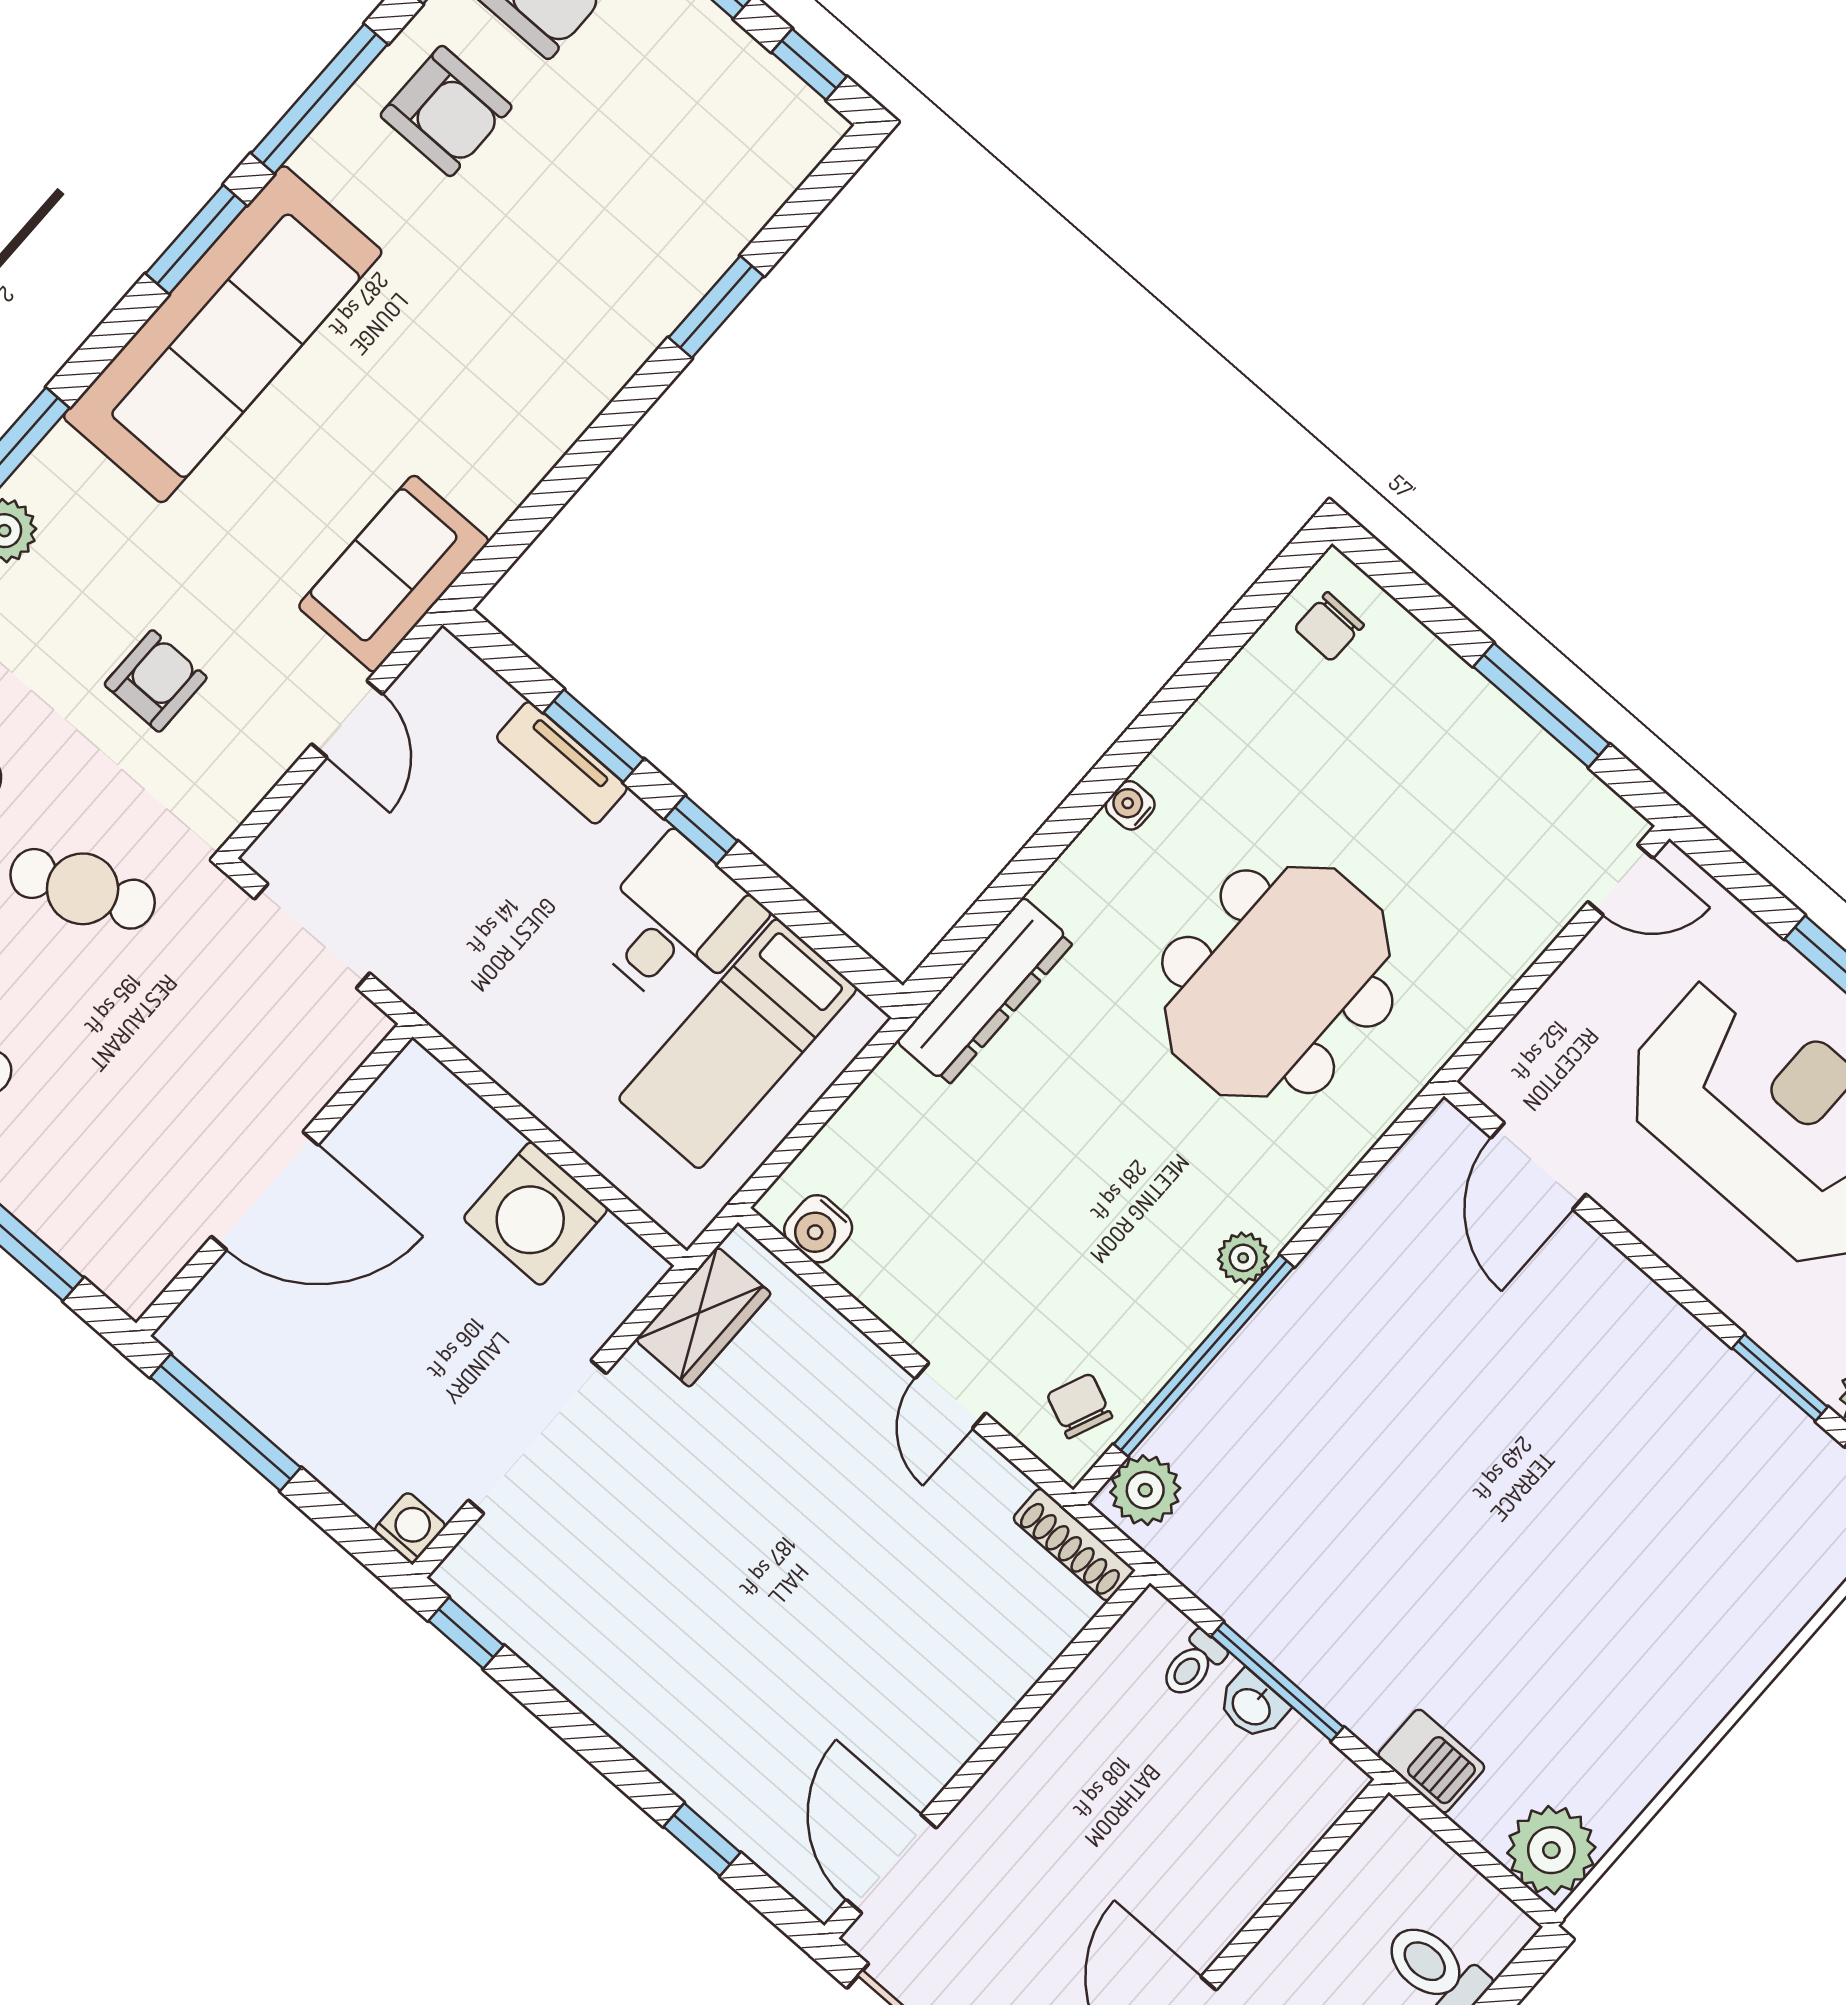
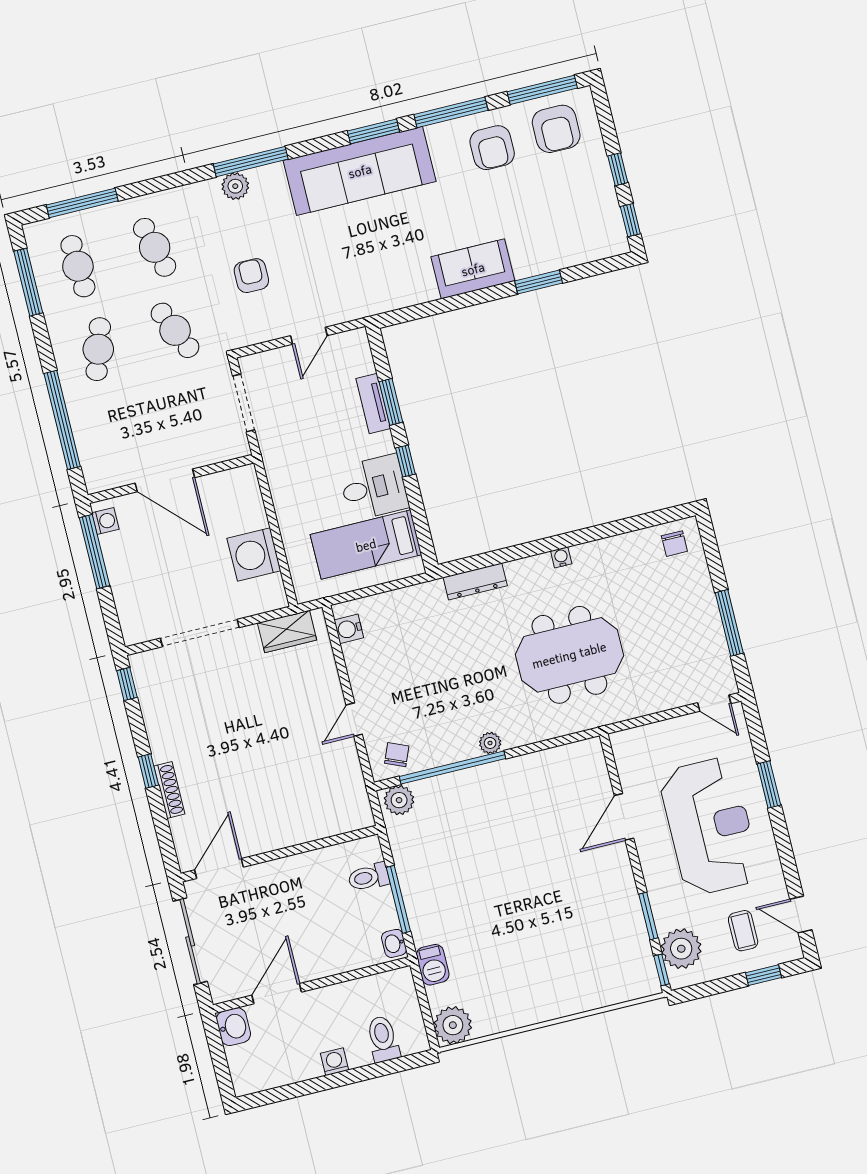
sofa: (394, 574) -> (473, 269), moved
chair: (1329, 627) -> (674, 544), turned -91
armchair: (156, 681) -> (251, 276), turned -90
dresser: (985, 992) -> (475, 582), width x0.73, depth x0.80
door: (1539, 1166) -> (624, 817), moved
washing machine: (410, 1528) -> (105, 521), moved
shoe rack: (1074, 1545) -> (169, 790), moved, turned 180
toilet: (1193, 1664) -> (369, 877), width x1.37, depth x1.39
washbasin: (1252, 1706) -> (394, 943), moved
window: (702, 1840) -> (148, 771), moved

